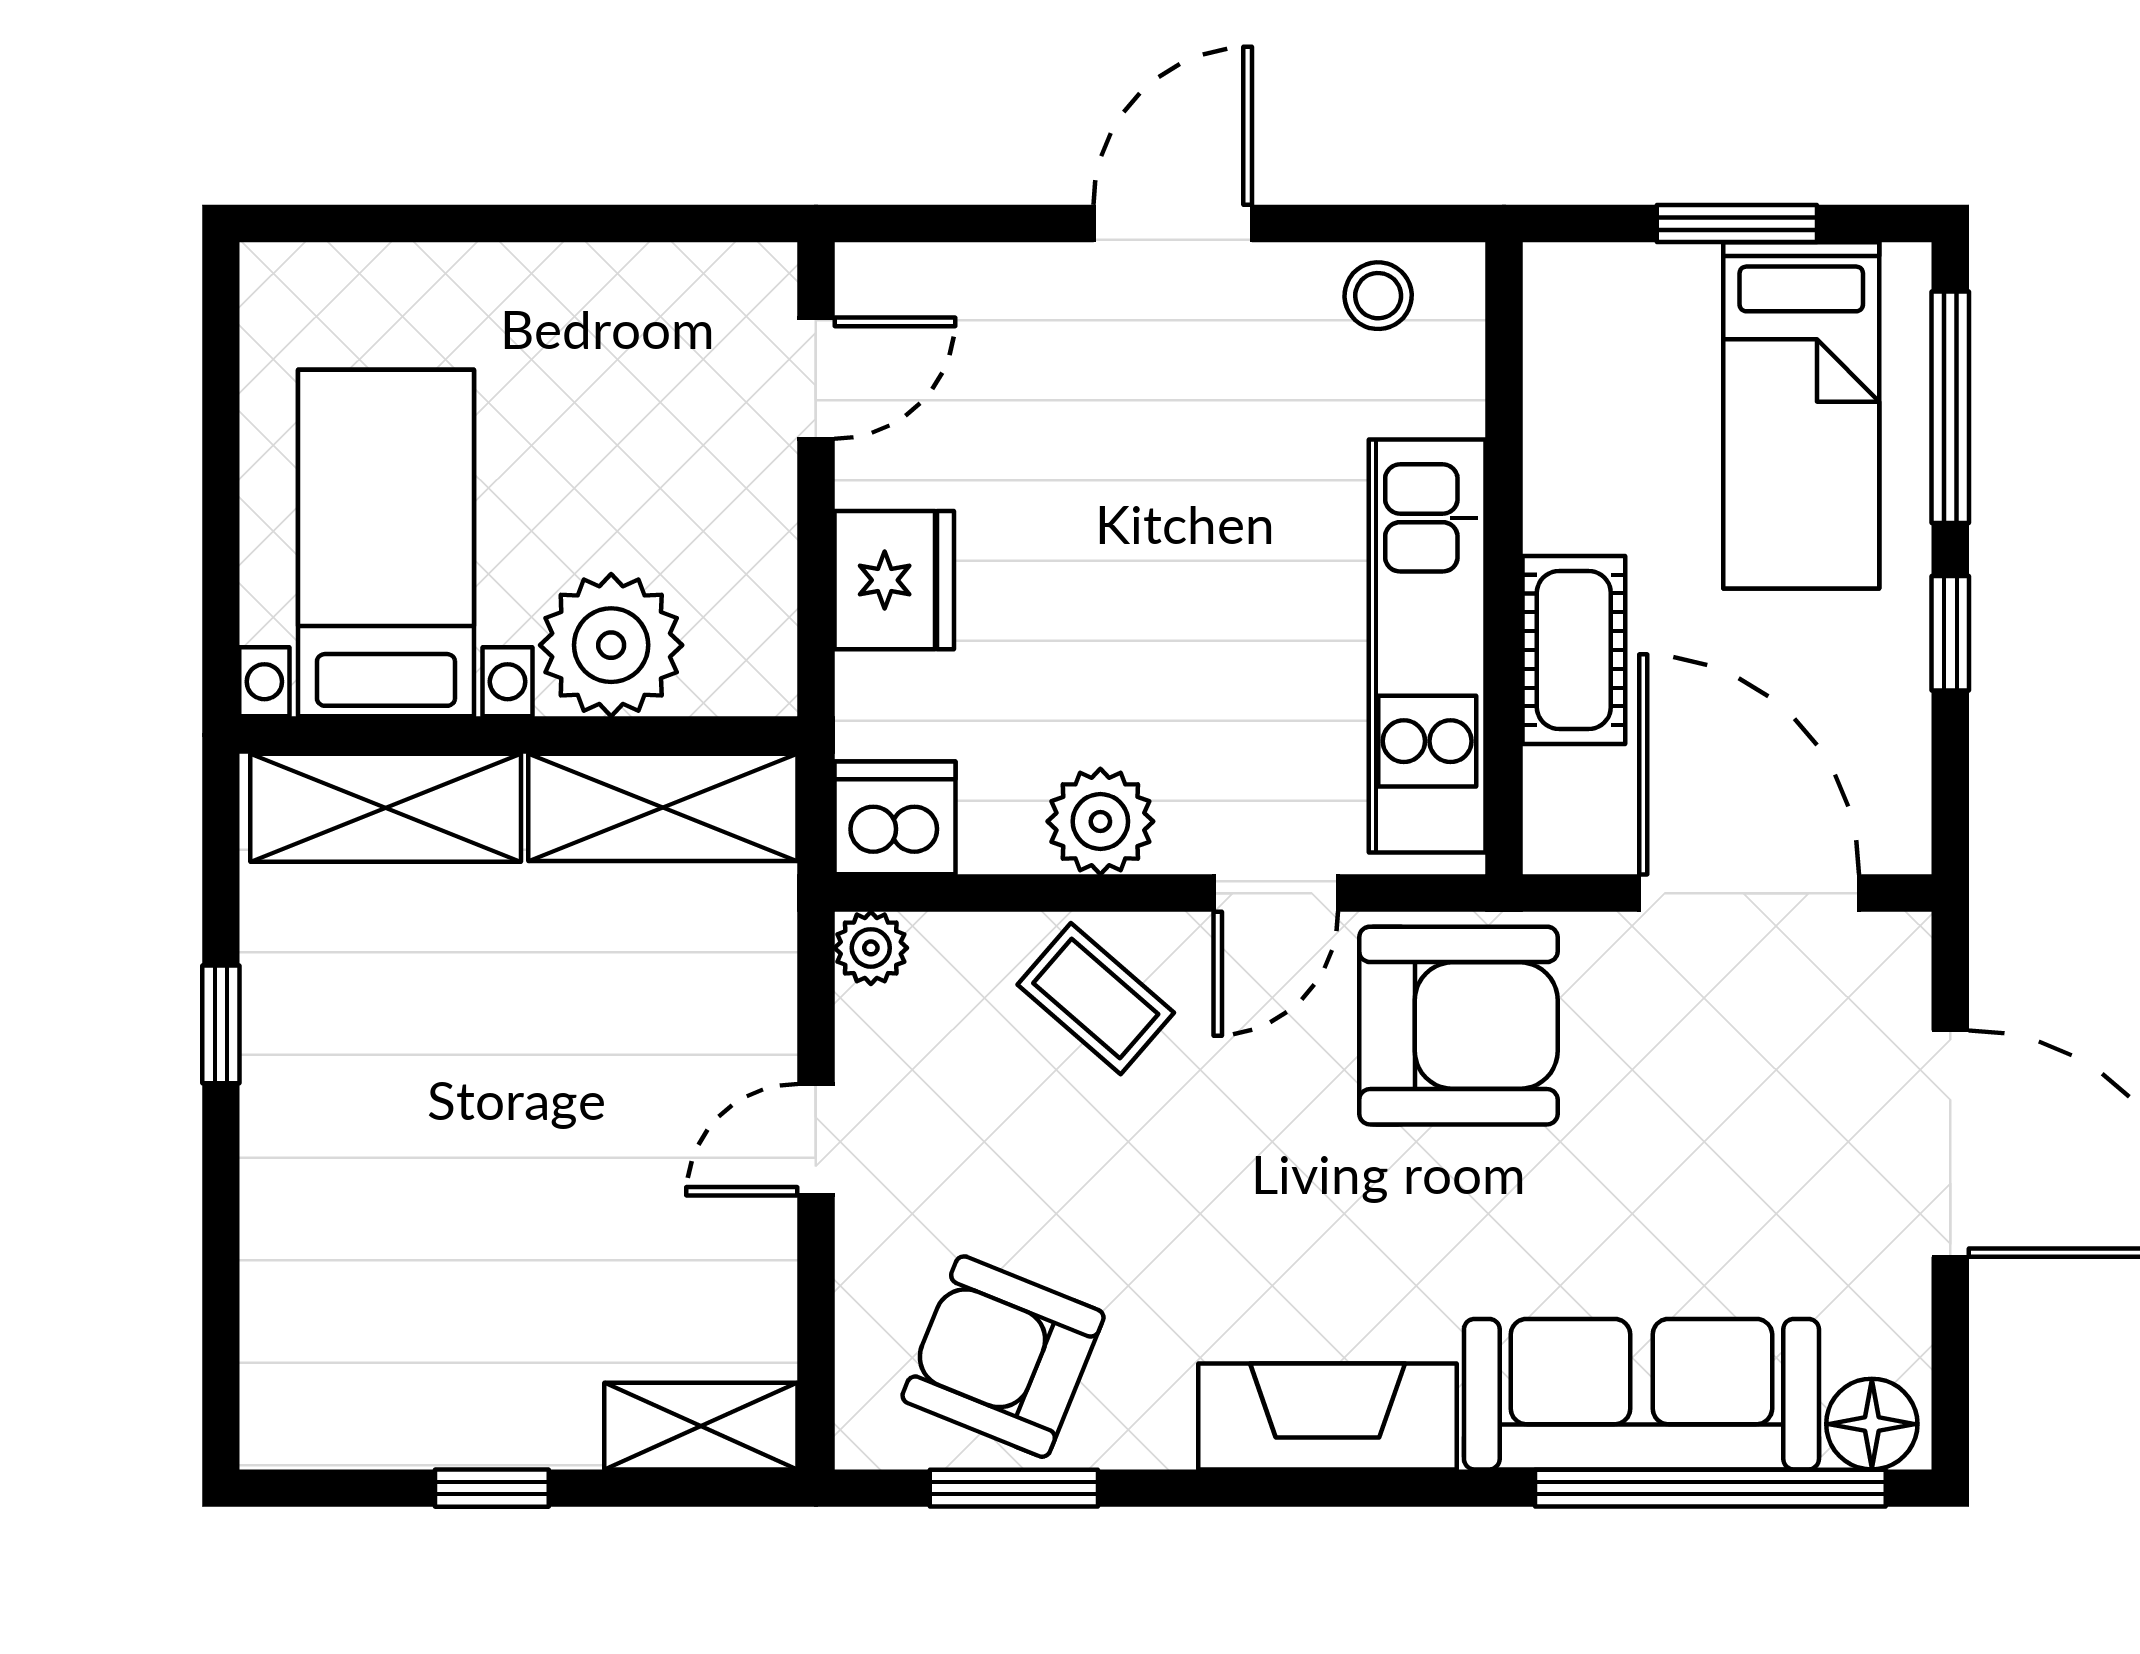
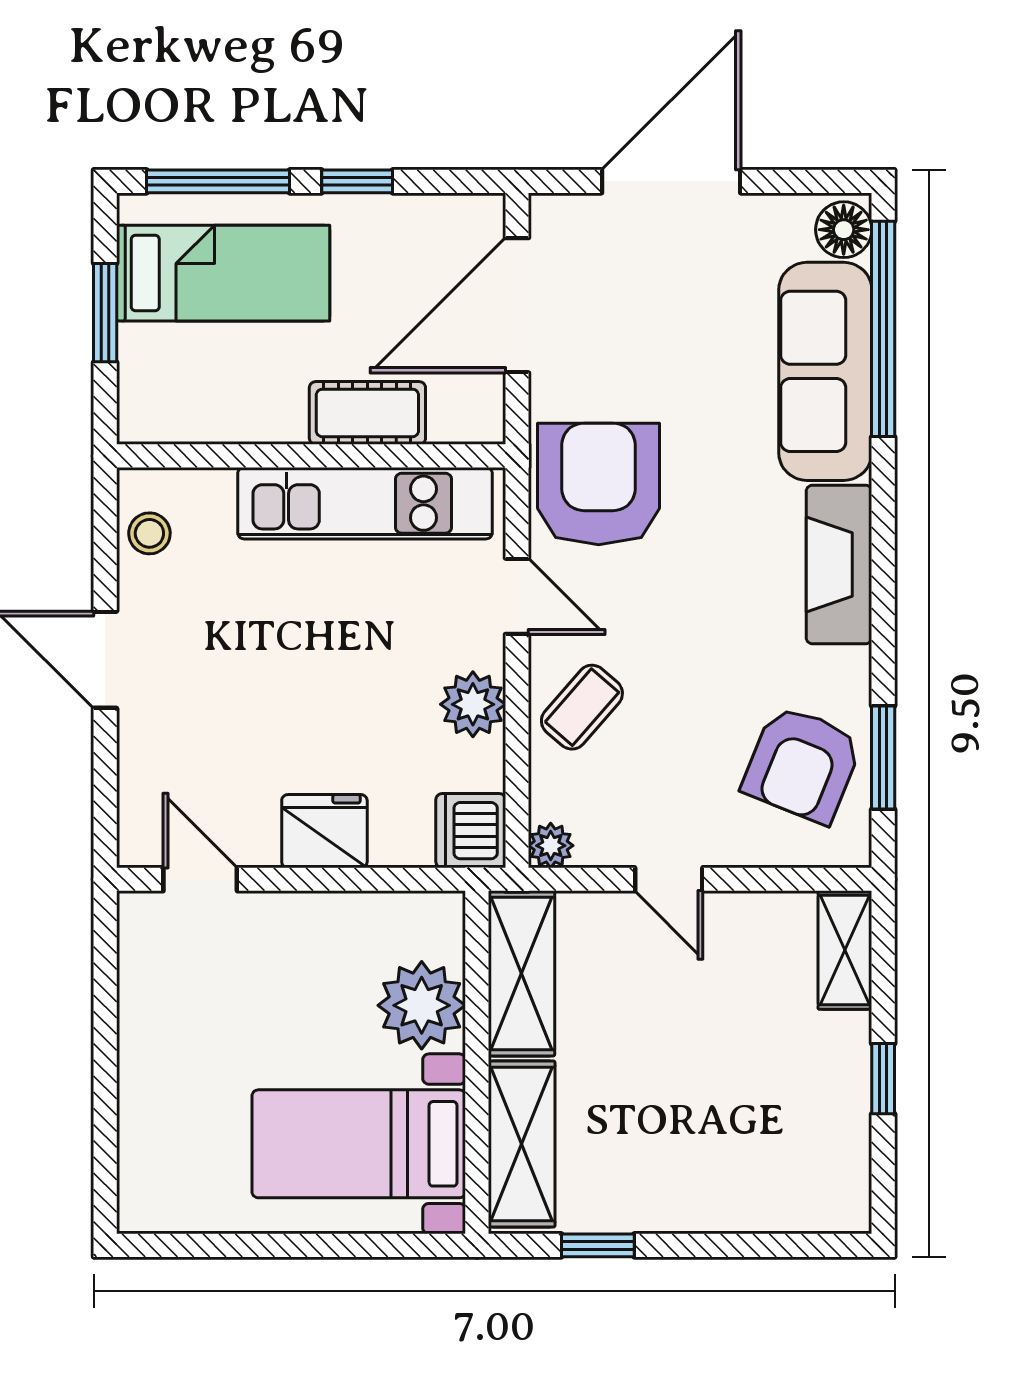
bed with nightstands: (386, 543) -> (359, 1144), moved
plant: (611, 645) -> (422, 1005), moved
wall: (518, 735) -> (477, 1062), moved
shelving: (663, 807) -> (521, 973), moved
shelving: (386, 808) -> (522, 1144), moved

